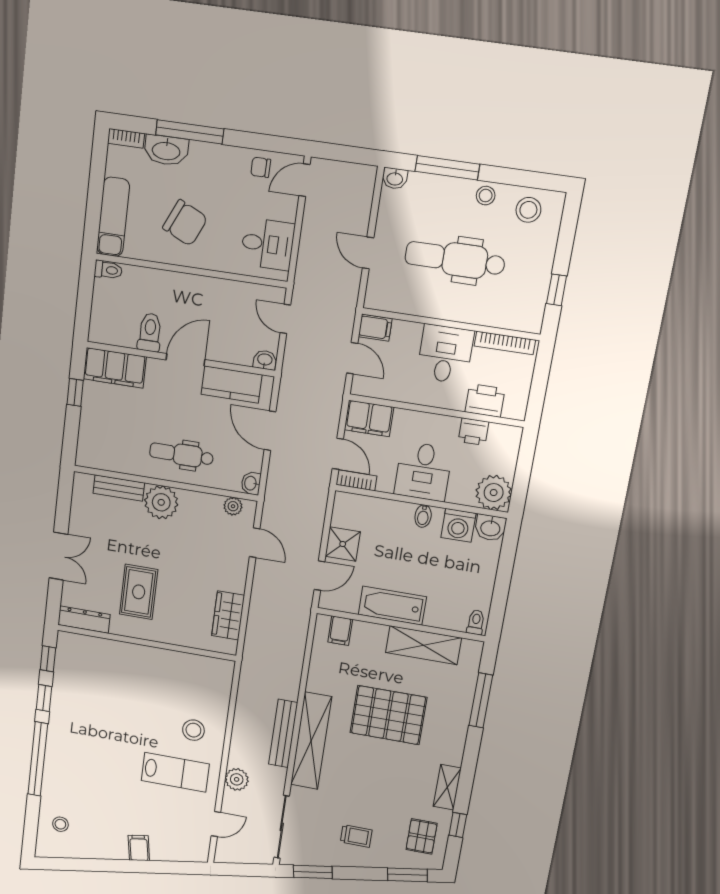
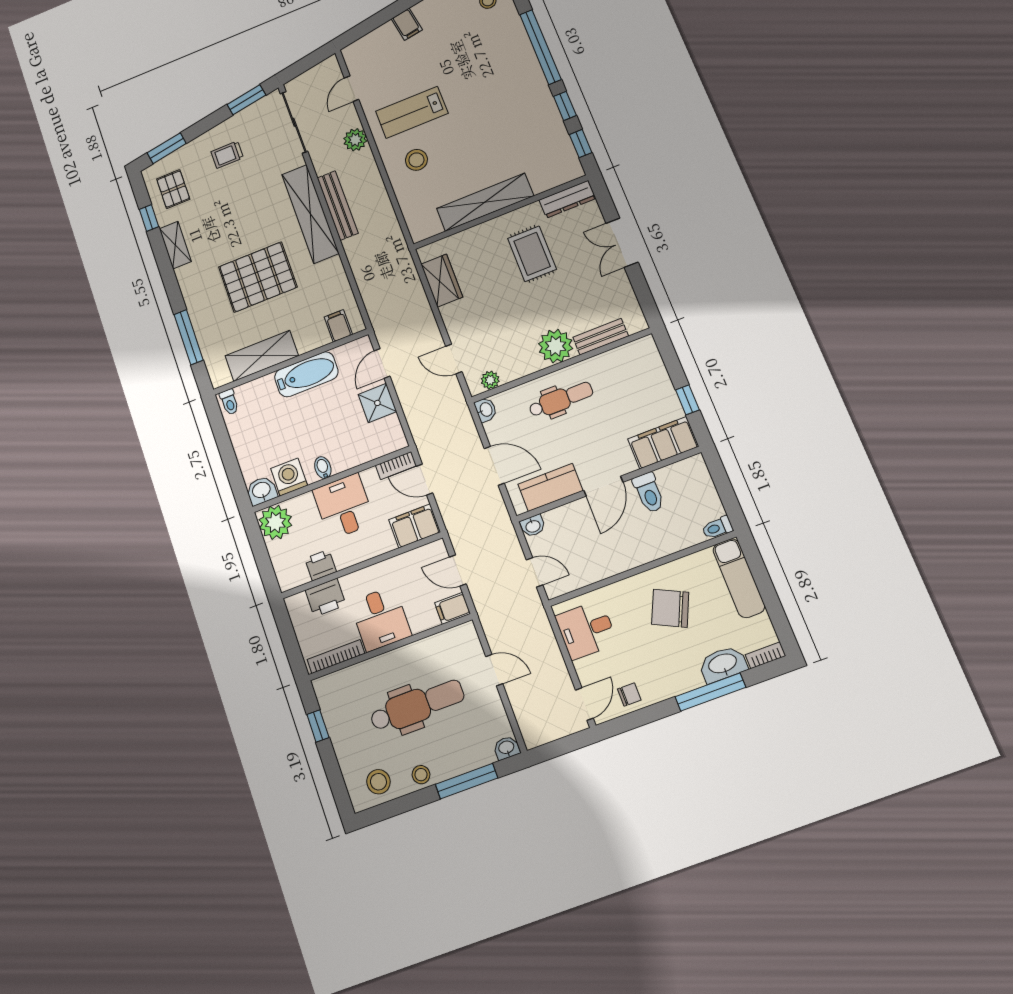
shelving: (155, 659) -> (485, 202), added

